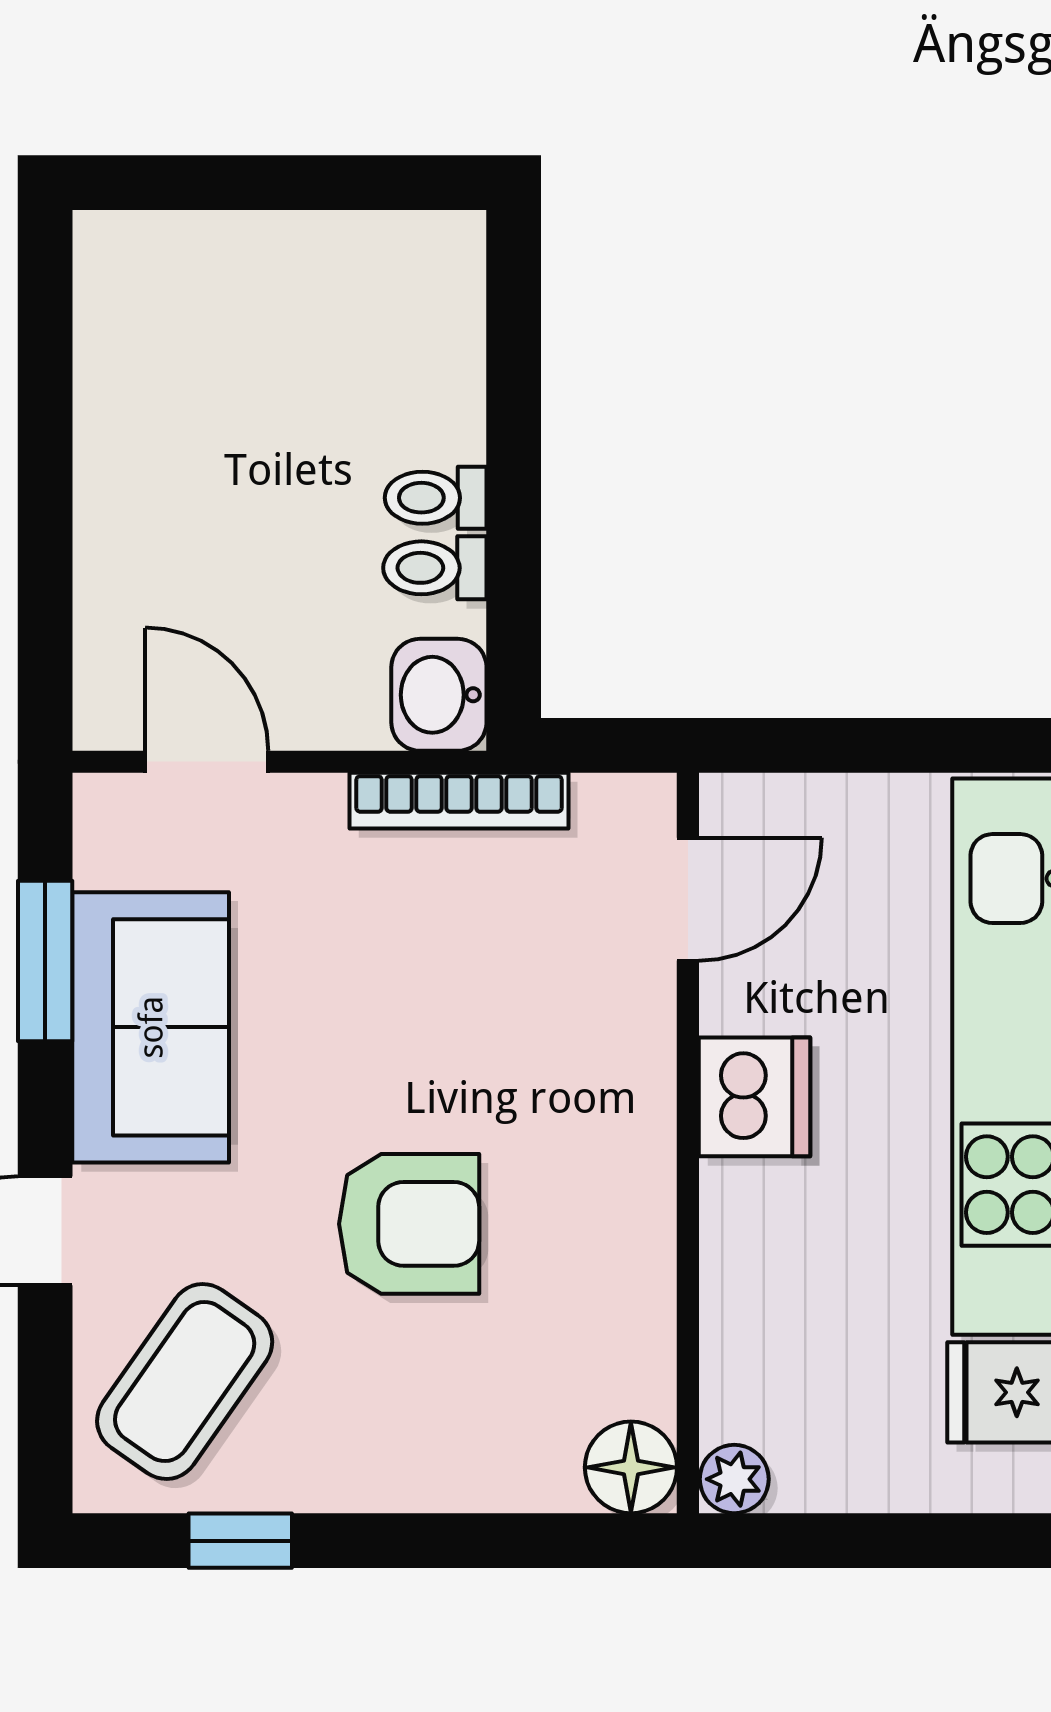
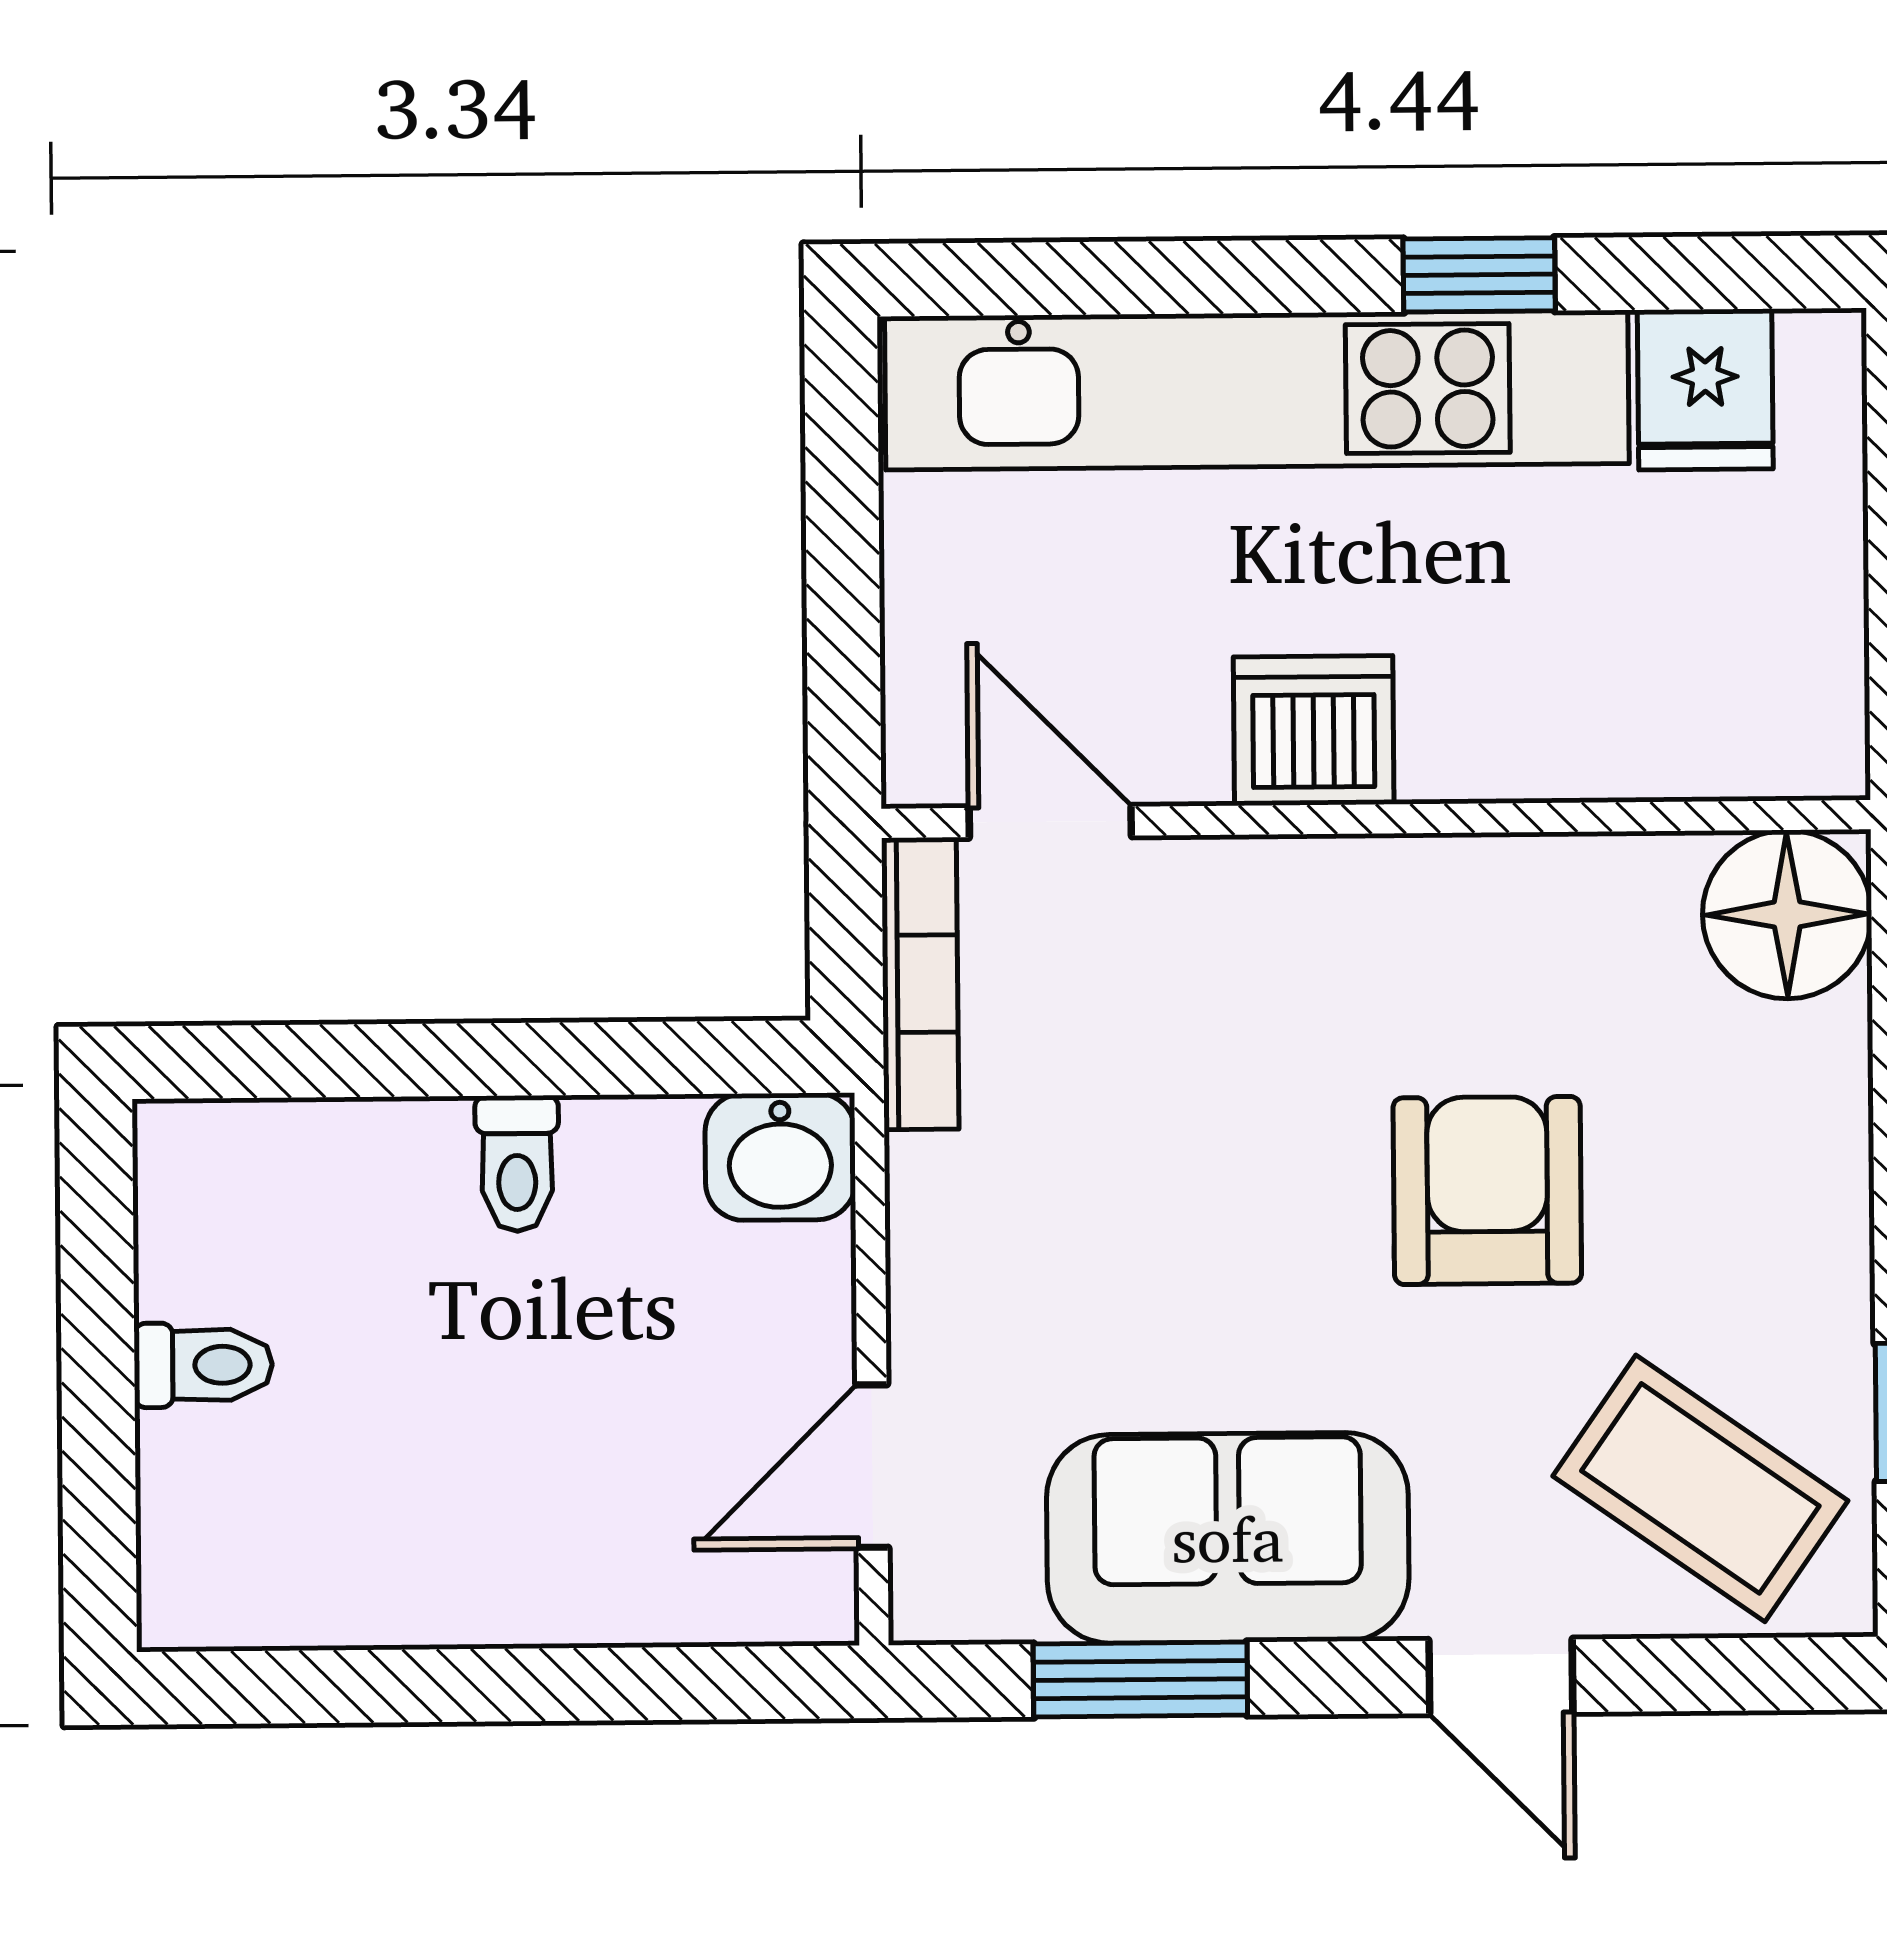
toilet: (435, 568) -> (203, 1365), moved, turned -90
bookcase: (459, 801) -> (920, 983), moved
floor lamp: (631, 1467) -> (1787, 914), width x1.38, depth x1.38
plant: (734, 1479) -> (1824, 753), removed

